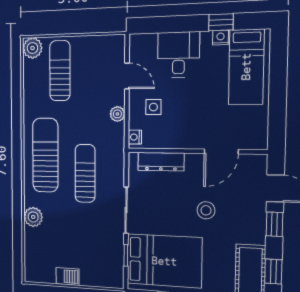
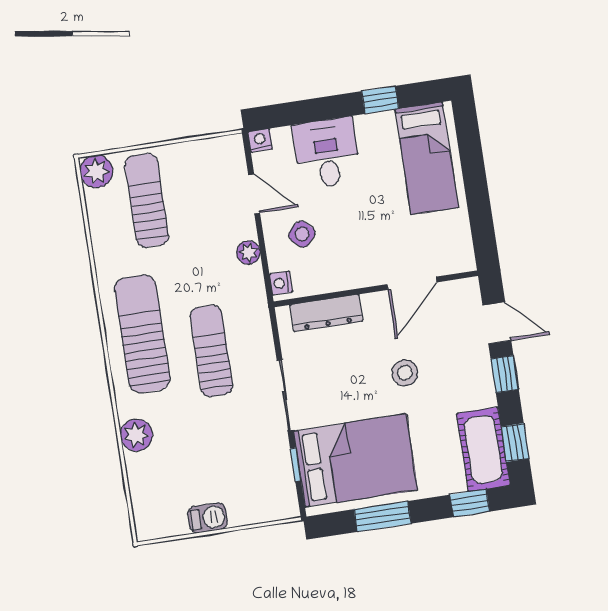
nightstand: (220, 38) -> (260, 140), moved
side table: (153, 107) -> (302, 234), turned 45

